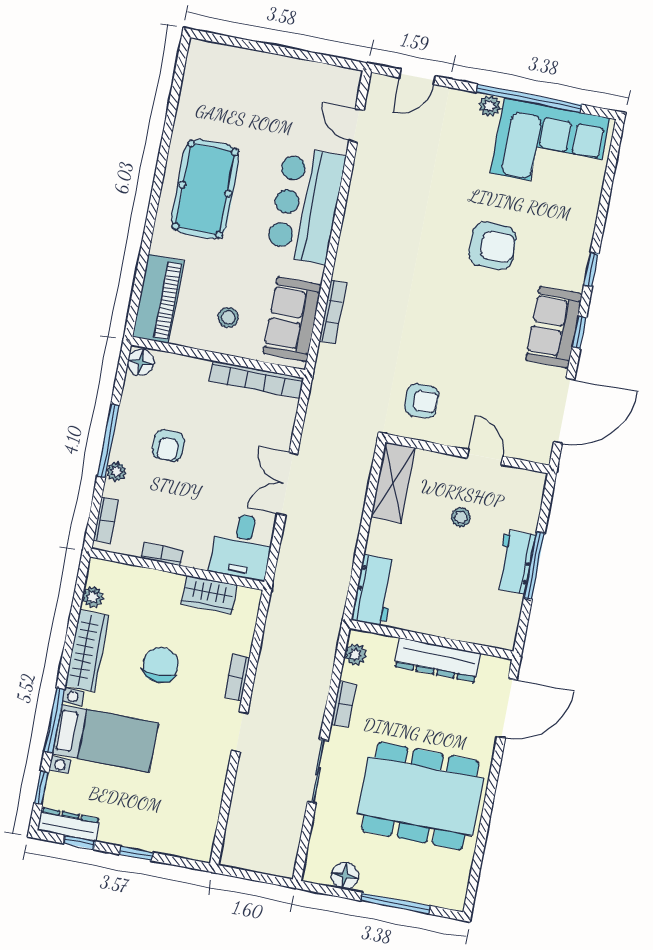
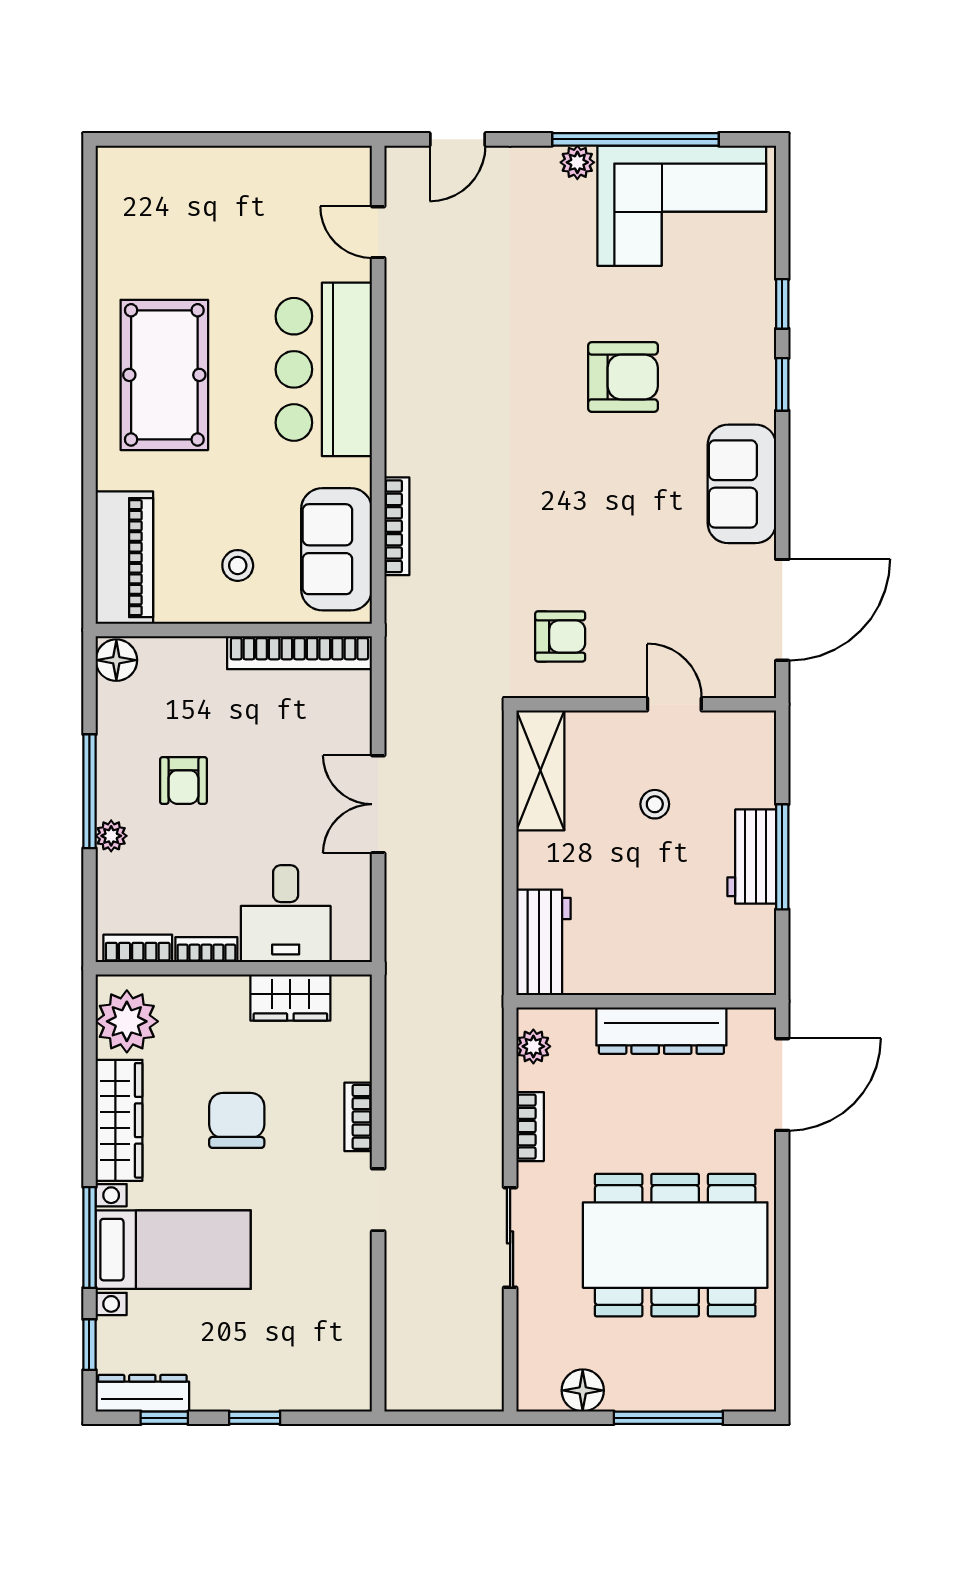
window: (579, 332) -> (782, 304), moved
bookcase: (106, 520) -> (138, 948), moved, turned -90
desk: (242, 546) -> (286, 914), moved
plant: (93, 597) -> (127, 1021), width x1.87, depth x1.87

